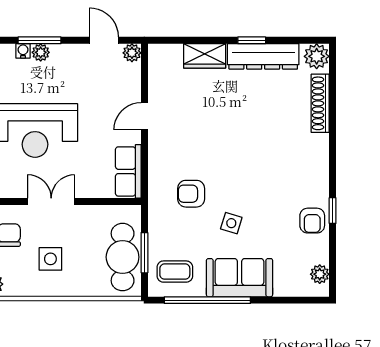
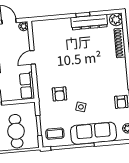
wardrobe: (205, 56) -> (60, 24), removed
armchair: (191, 194) -> (60, 94), turned -90
cafe table: (123, 257) -> (16, 131), moved
sofa: (240, 278) -> (93, 133), width x1.36

